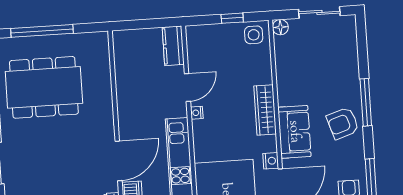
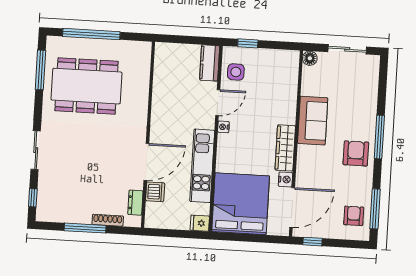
window: (232, 18) -> (248, 43), moved
side table: (254, 35) -> (236, 72), moved
wardrobe: (265, 110) -> (285, 148), moved
armchair: (343, 123) -> (356, 153), turned 108
sofa: (294, 132) -> (313, 121), moved

